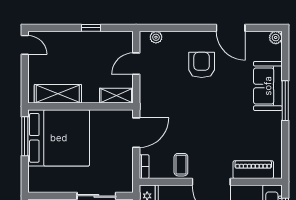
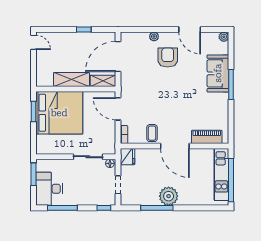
plant: (156, 37) -> (154, 36), moved
door: (136, 64) -> (118, 57), width x1.87
shelving: (58, 94) -> (72, 79), moved
door: (136, 133) -> (118, 109), swing flipped
window: (25, 136) -> (34, 111), width x0.69

